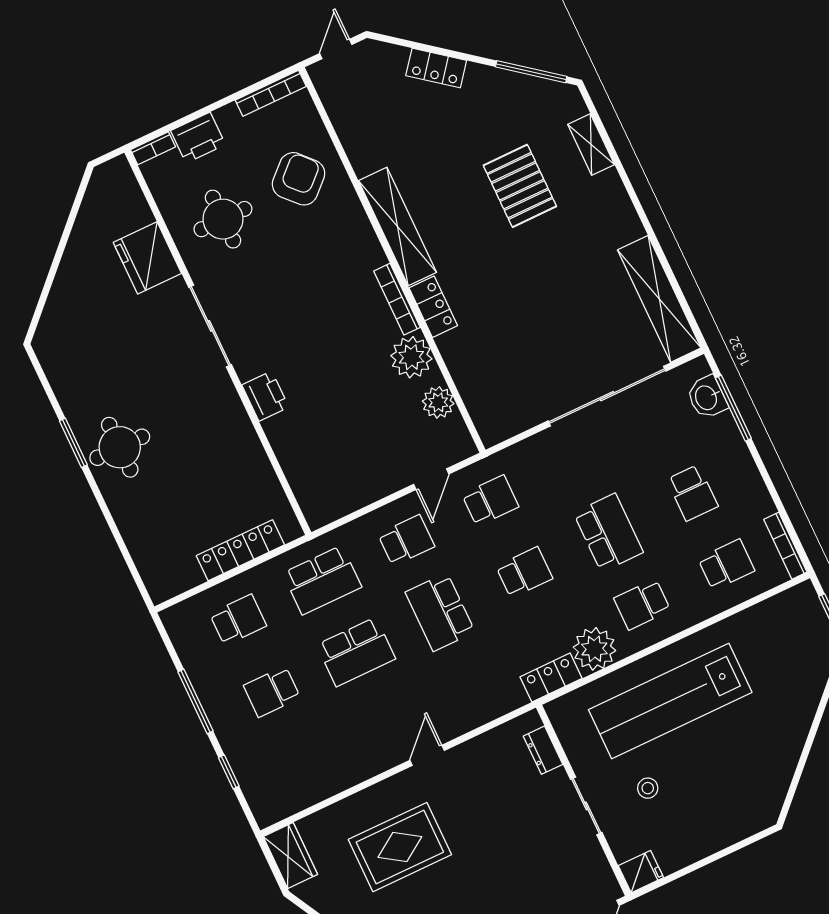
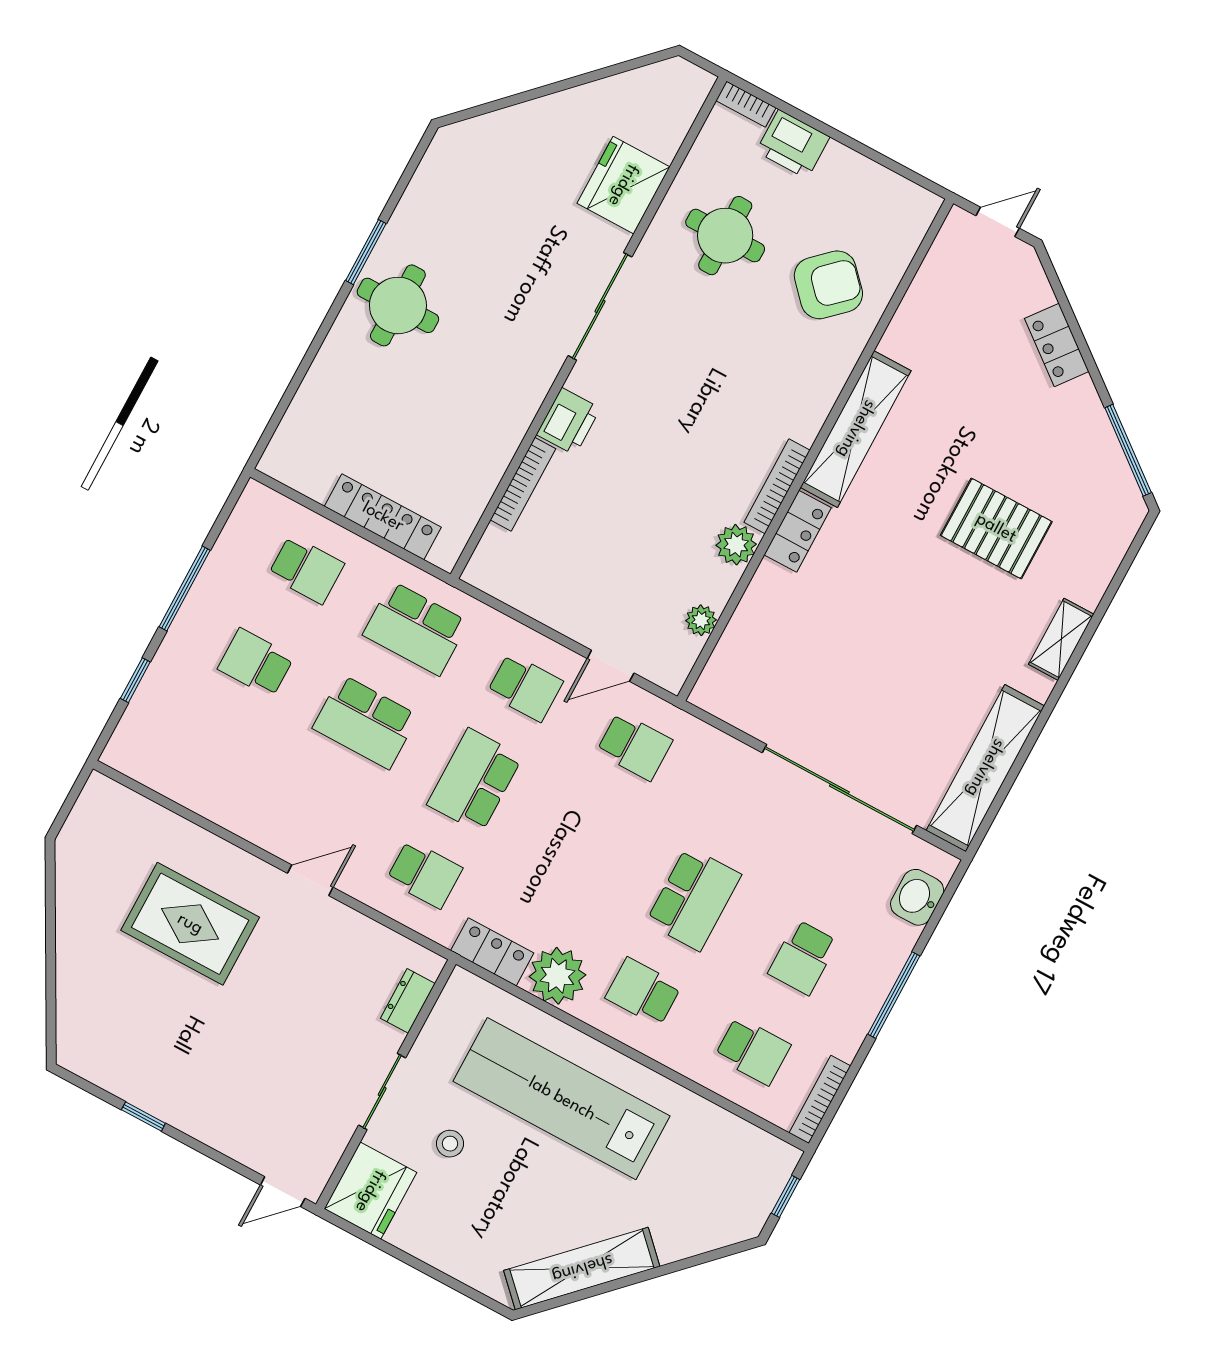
bookcase: (271, 93) -> (523, 484), moved, turned -90
shelving: (591, 144) -> (1061, 639), moved
pallet: (520, 186) -> (996, 528), turned 90
plant: (411, 357) -> (736, 545), width x0.73, depth x0.73
plant: (438, 402) -> (701, 620), width x0.73, depth x0.73
window: (733, 408) -> (894, 995), moved
school desk: (524, 572) -> (424, 874), moved
shelving: (781, 764) -> (582, 1268), added
wardrobe: (290, 855) -> (94, 813), removed
fridge: (641, 872) -> (370, 1191), width x1.88, depth x1.34

